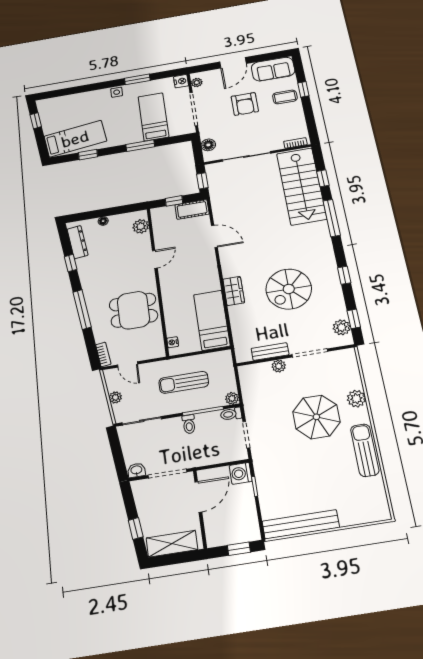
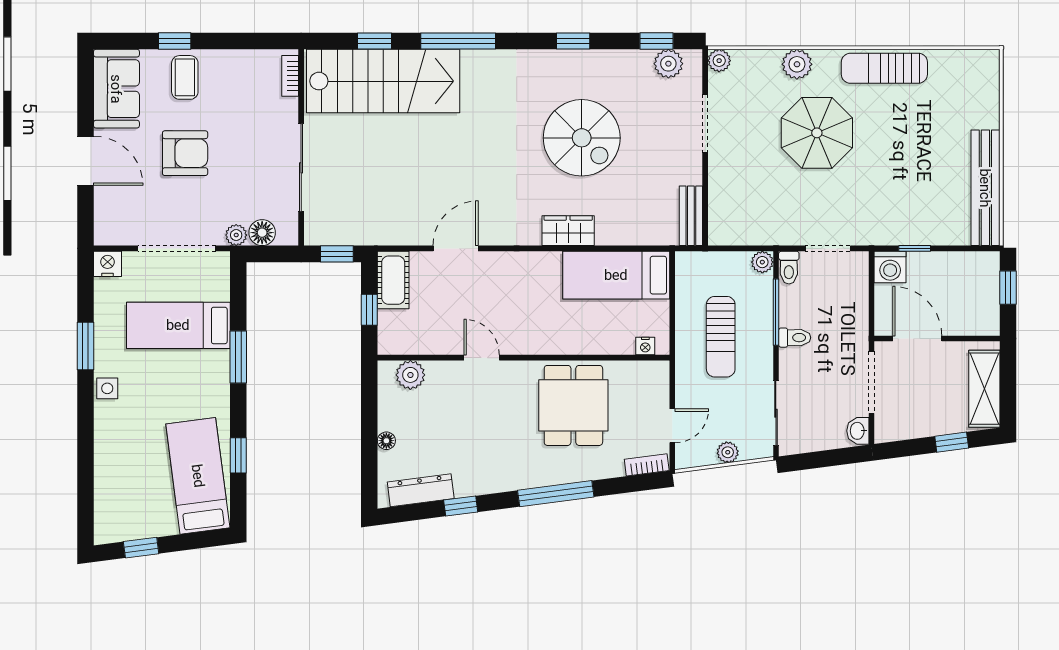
plant: (197, 82) -> (236, 235), moved
bench: (270, 352) -> (691, 216), moved
plant: (279, 366) -> (719, 61), moved

